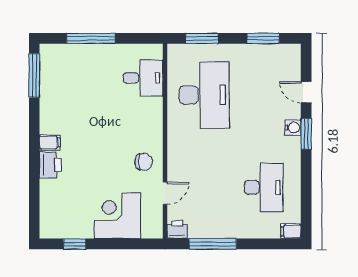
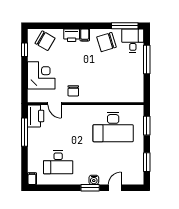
desk: (143, 78) -> (133, 41), moved, turned 180
chair: (62, 106) -> (106, 42), added
chair: (59, 209) -> (45, 41), added
printer: (177, 230) -> (36, 116), width x1.87, depth x1.48

